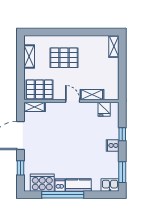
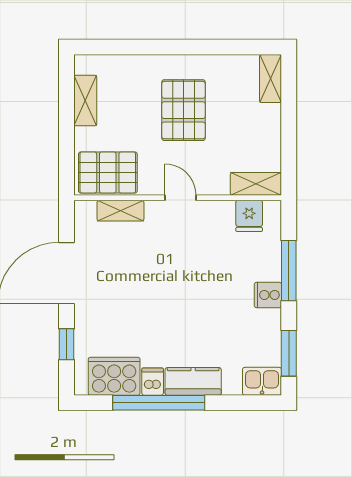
pallet: (64, 58) -> (183, 110), moved, turned 90
shelving: (92, 95) -> (256, 184), moved
shelving: (35, 107) -> (120, 211), moved
window: (122, 134) -> (289, 271), width x2.17

